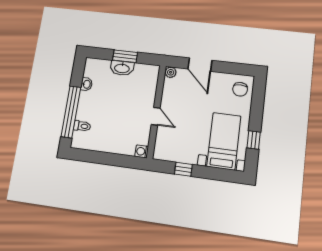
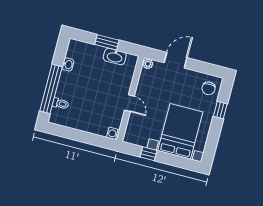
door: (200, 65) -> (176, 60), swing flipped
washbasin: (122, 68) -> (115, 57), moved
window: (254, 140) -> (220, 110), moved
bed with nightstands: (224, 141) -> (180, 131), width x1.36

